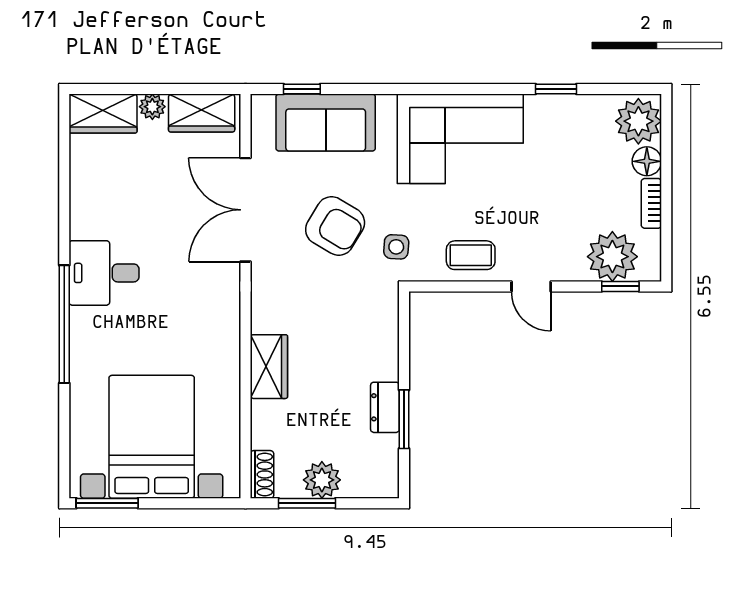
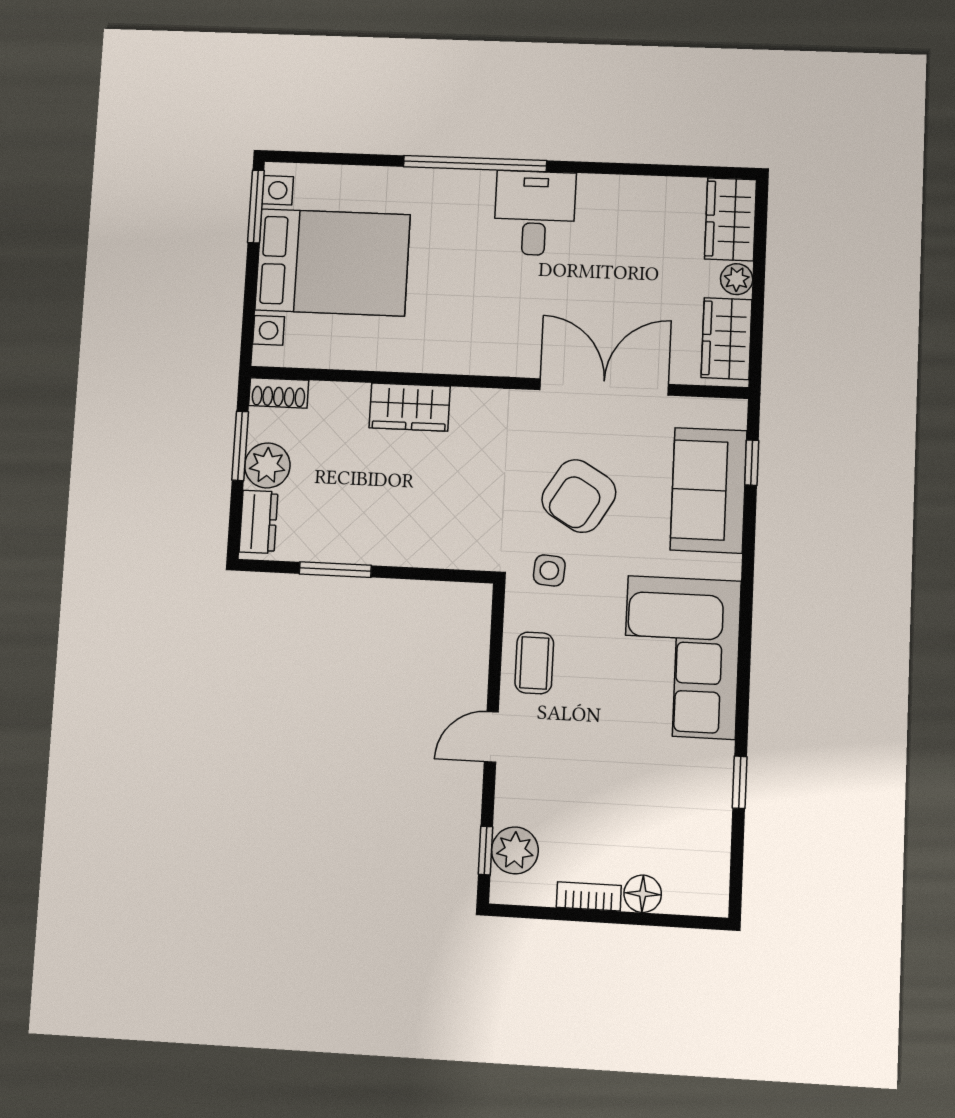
plant: (638, 121) -> (694, 886), removed
plant: (612, 257) -> (515, 850), width x0.73, depth x0.73
dresser: (385, 407) -> (258, 522), moved, turned 90

